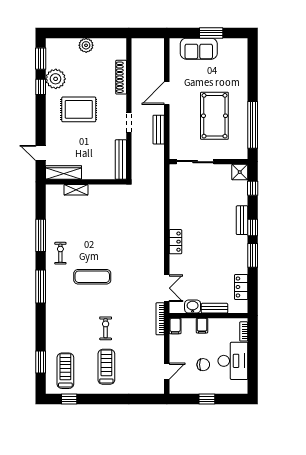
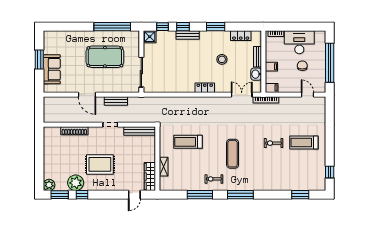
plant: (86, 45) -> (49, 185), moved
rug: (79, 109) -> (100, 164), turned 90
window: (253, 228) -> (183, 27), moved
stool: (211, 263) -> (222, 59), added
treadmill: (65, 371) -> (188, 142), moved
window: (207, 399) -> (330, 63), width x3.17

